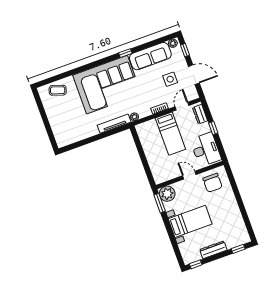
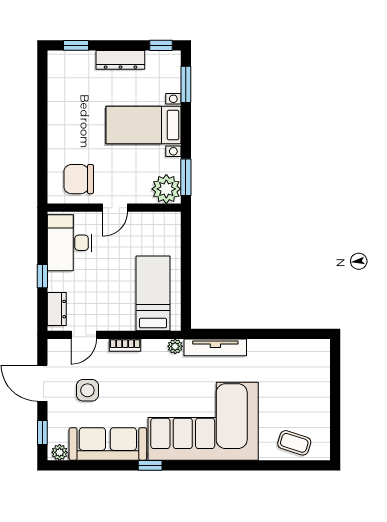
bed: (170, 134) -> (153, 293), moved
door: (189, 175) -> (115, 208), hinge flipped
chair: (213, 183) -> (79, 179), turned -90
window: (176, 249) -> (186, 84), added

